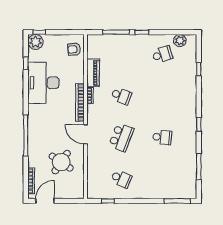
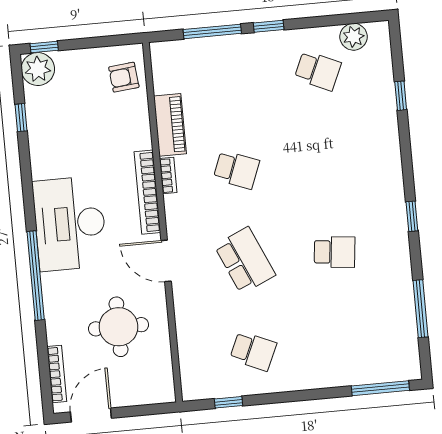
school desk: (162, 54) -> (318, 71), turned 42
desk: (43, 83) -> (70, 224), moved
school desk: (121, 137) -> (245, 260), turned -45
round table: (61, 162) -> (118, 327), turned -34

